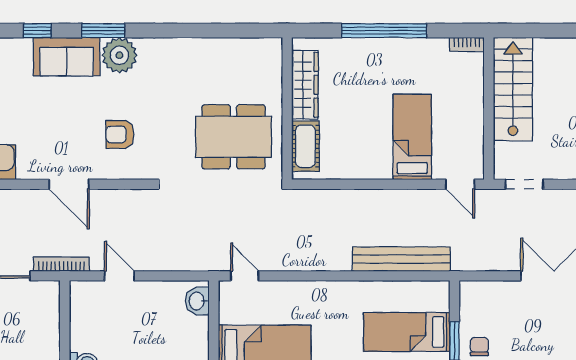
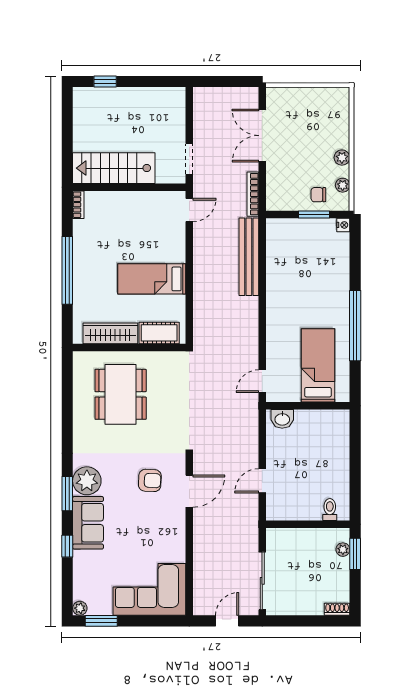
armchair: (120, 134) -> (150, 480), turned -87
dining table: (233, 137) -> (121, 394), moved
bed: (412, 137) -> (152, 279), moved
door: (69, 184) -> (189, 491), moved
bookcase: (61, 264) -> (253, 194), moved
bed: (407, 332) -> (307, 252), removed

